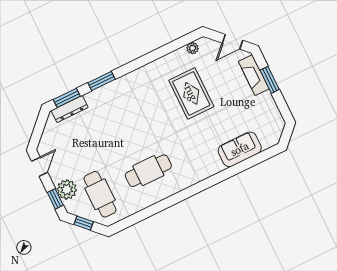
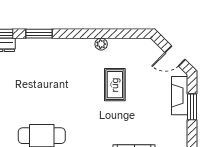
plant: (192, 48) -> (101, 44), moved
rug: (191, 93) -> (115, 85), width x0.73, depth x0.70

